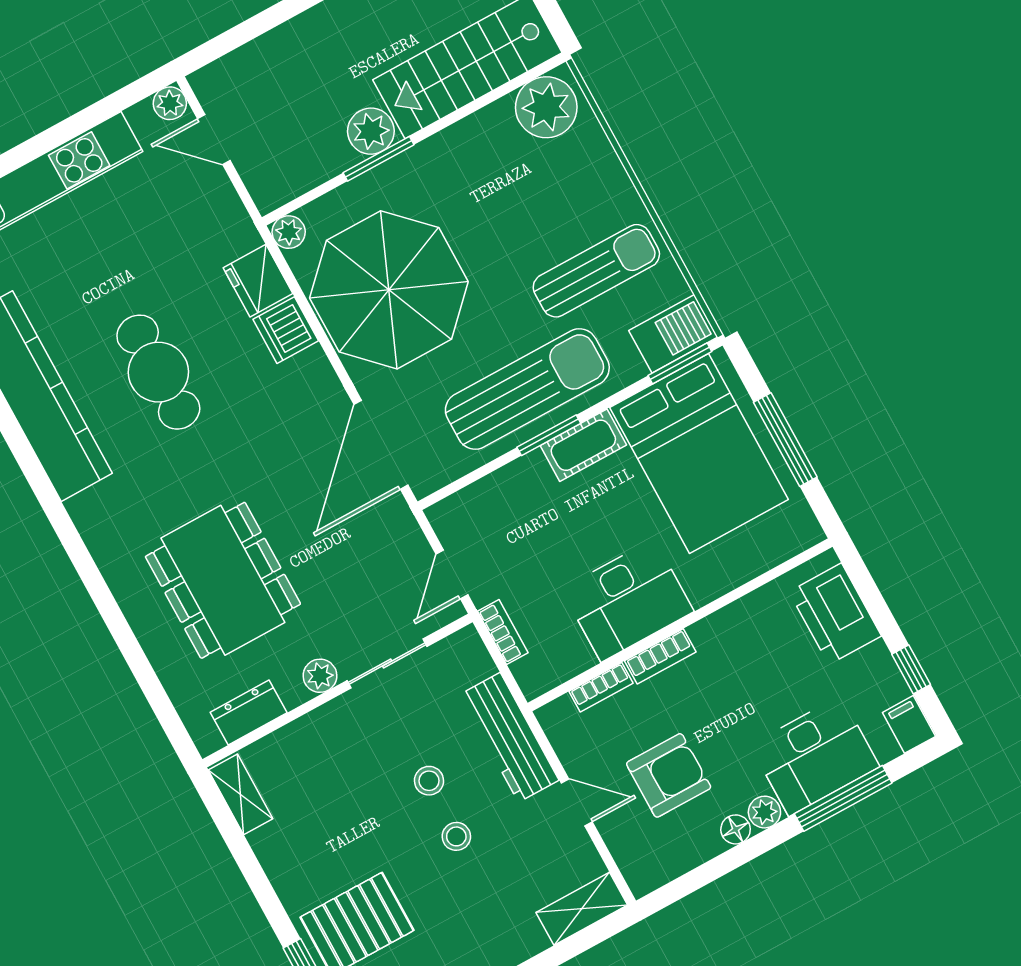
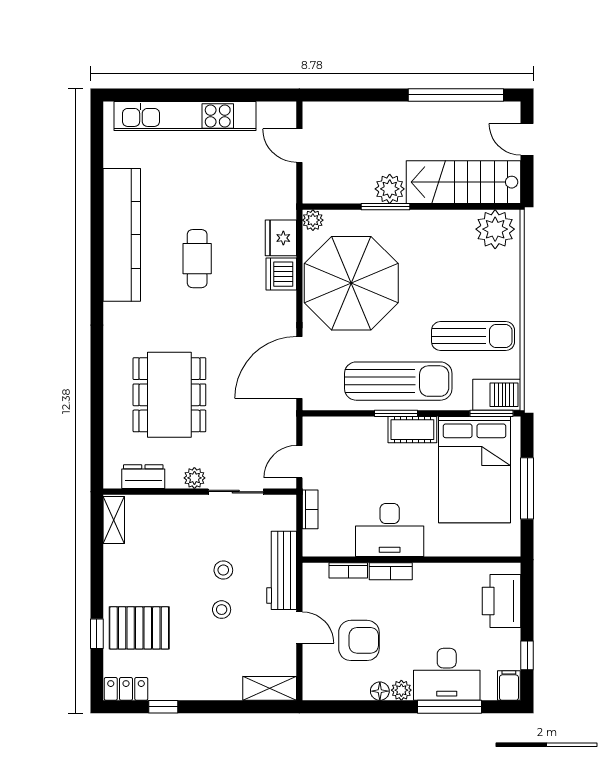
plant: (170, 103) -> (286, 112), removed
cafe table: (158, 372) -> (197, 259), width x0.73, depth x0.74

